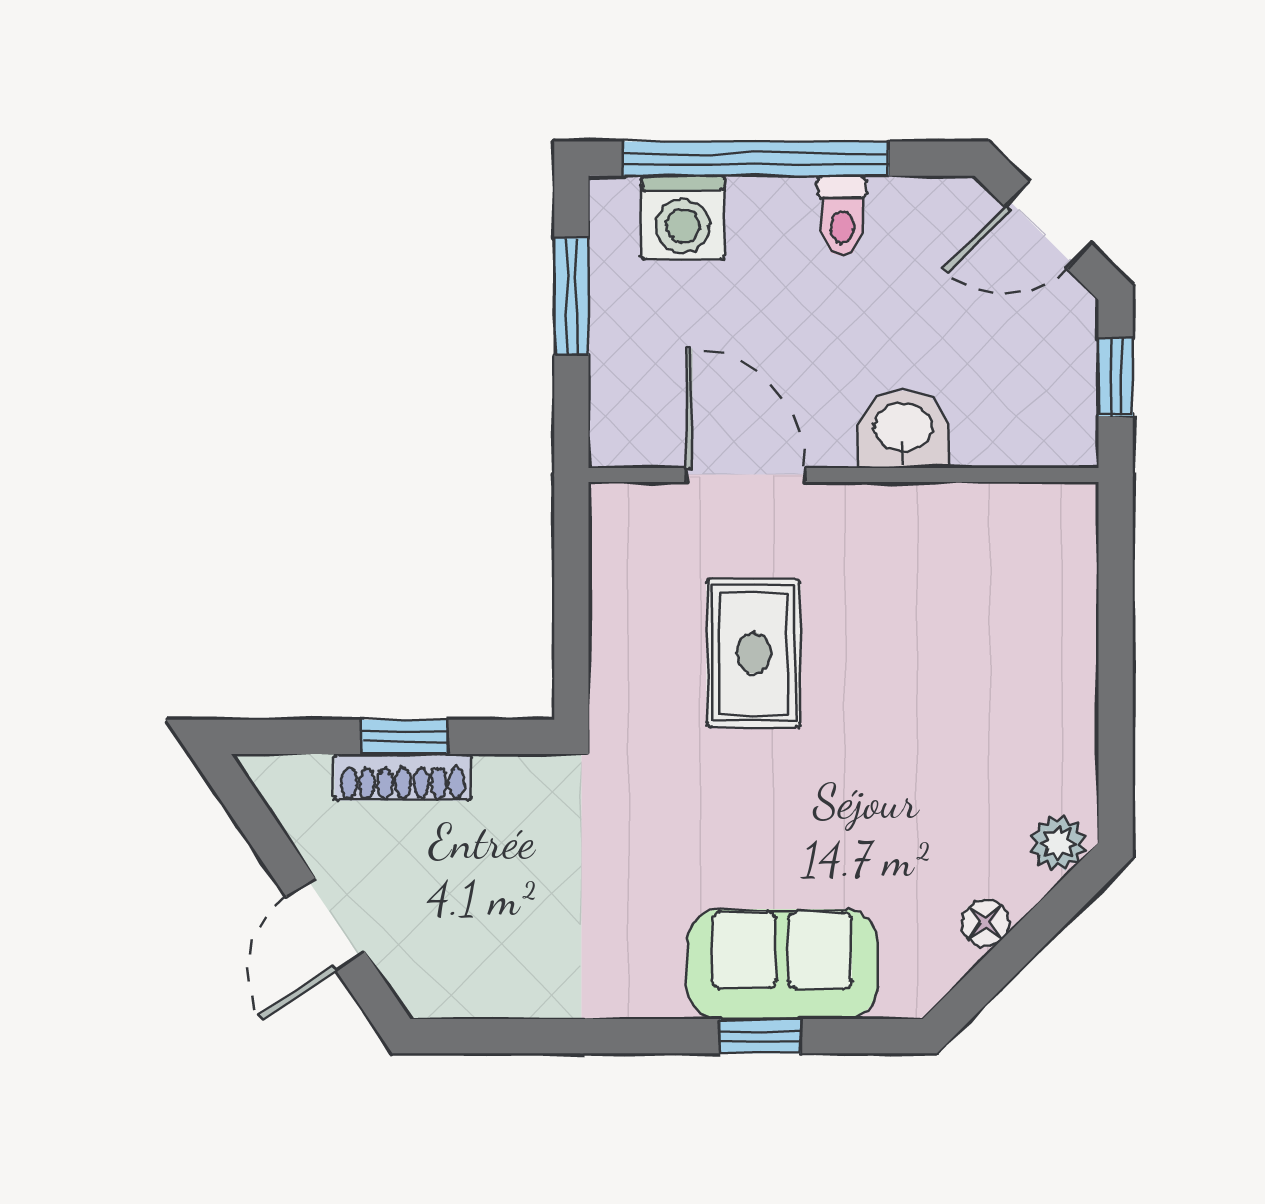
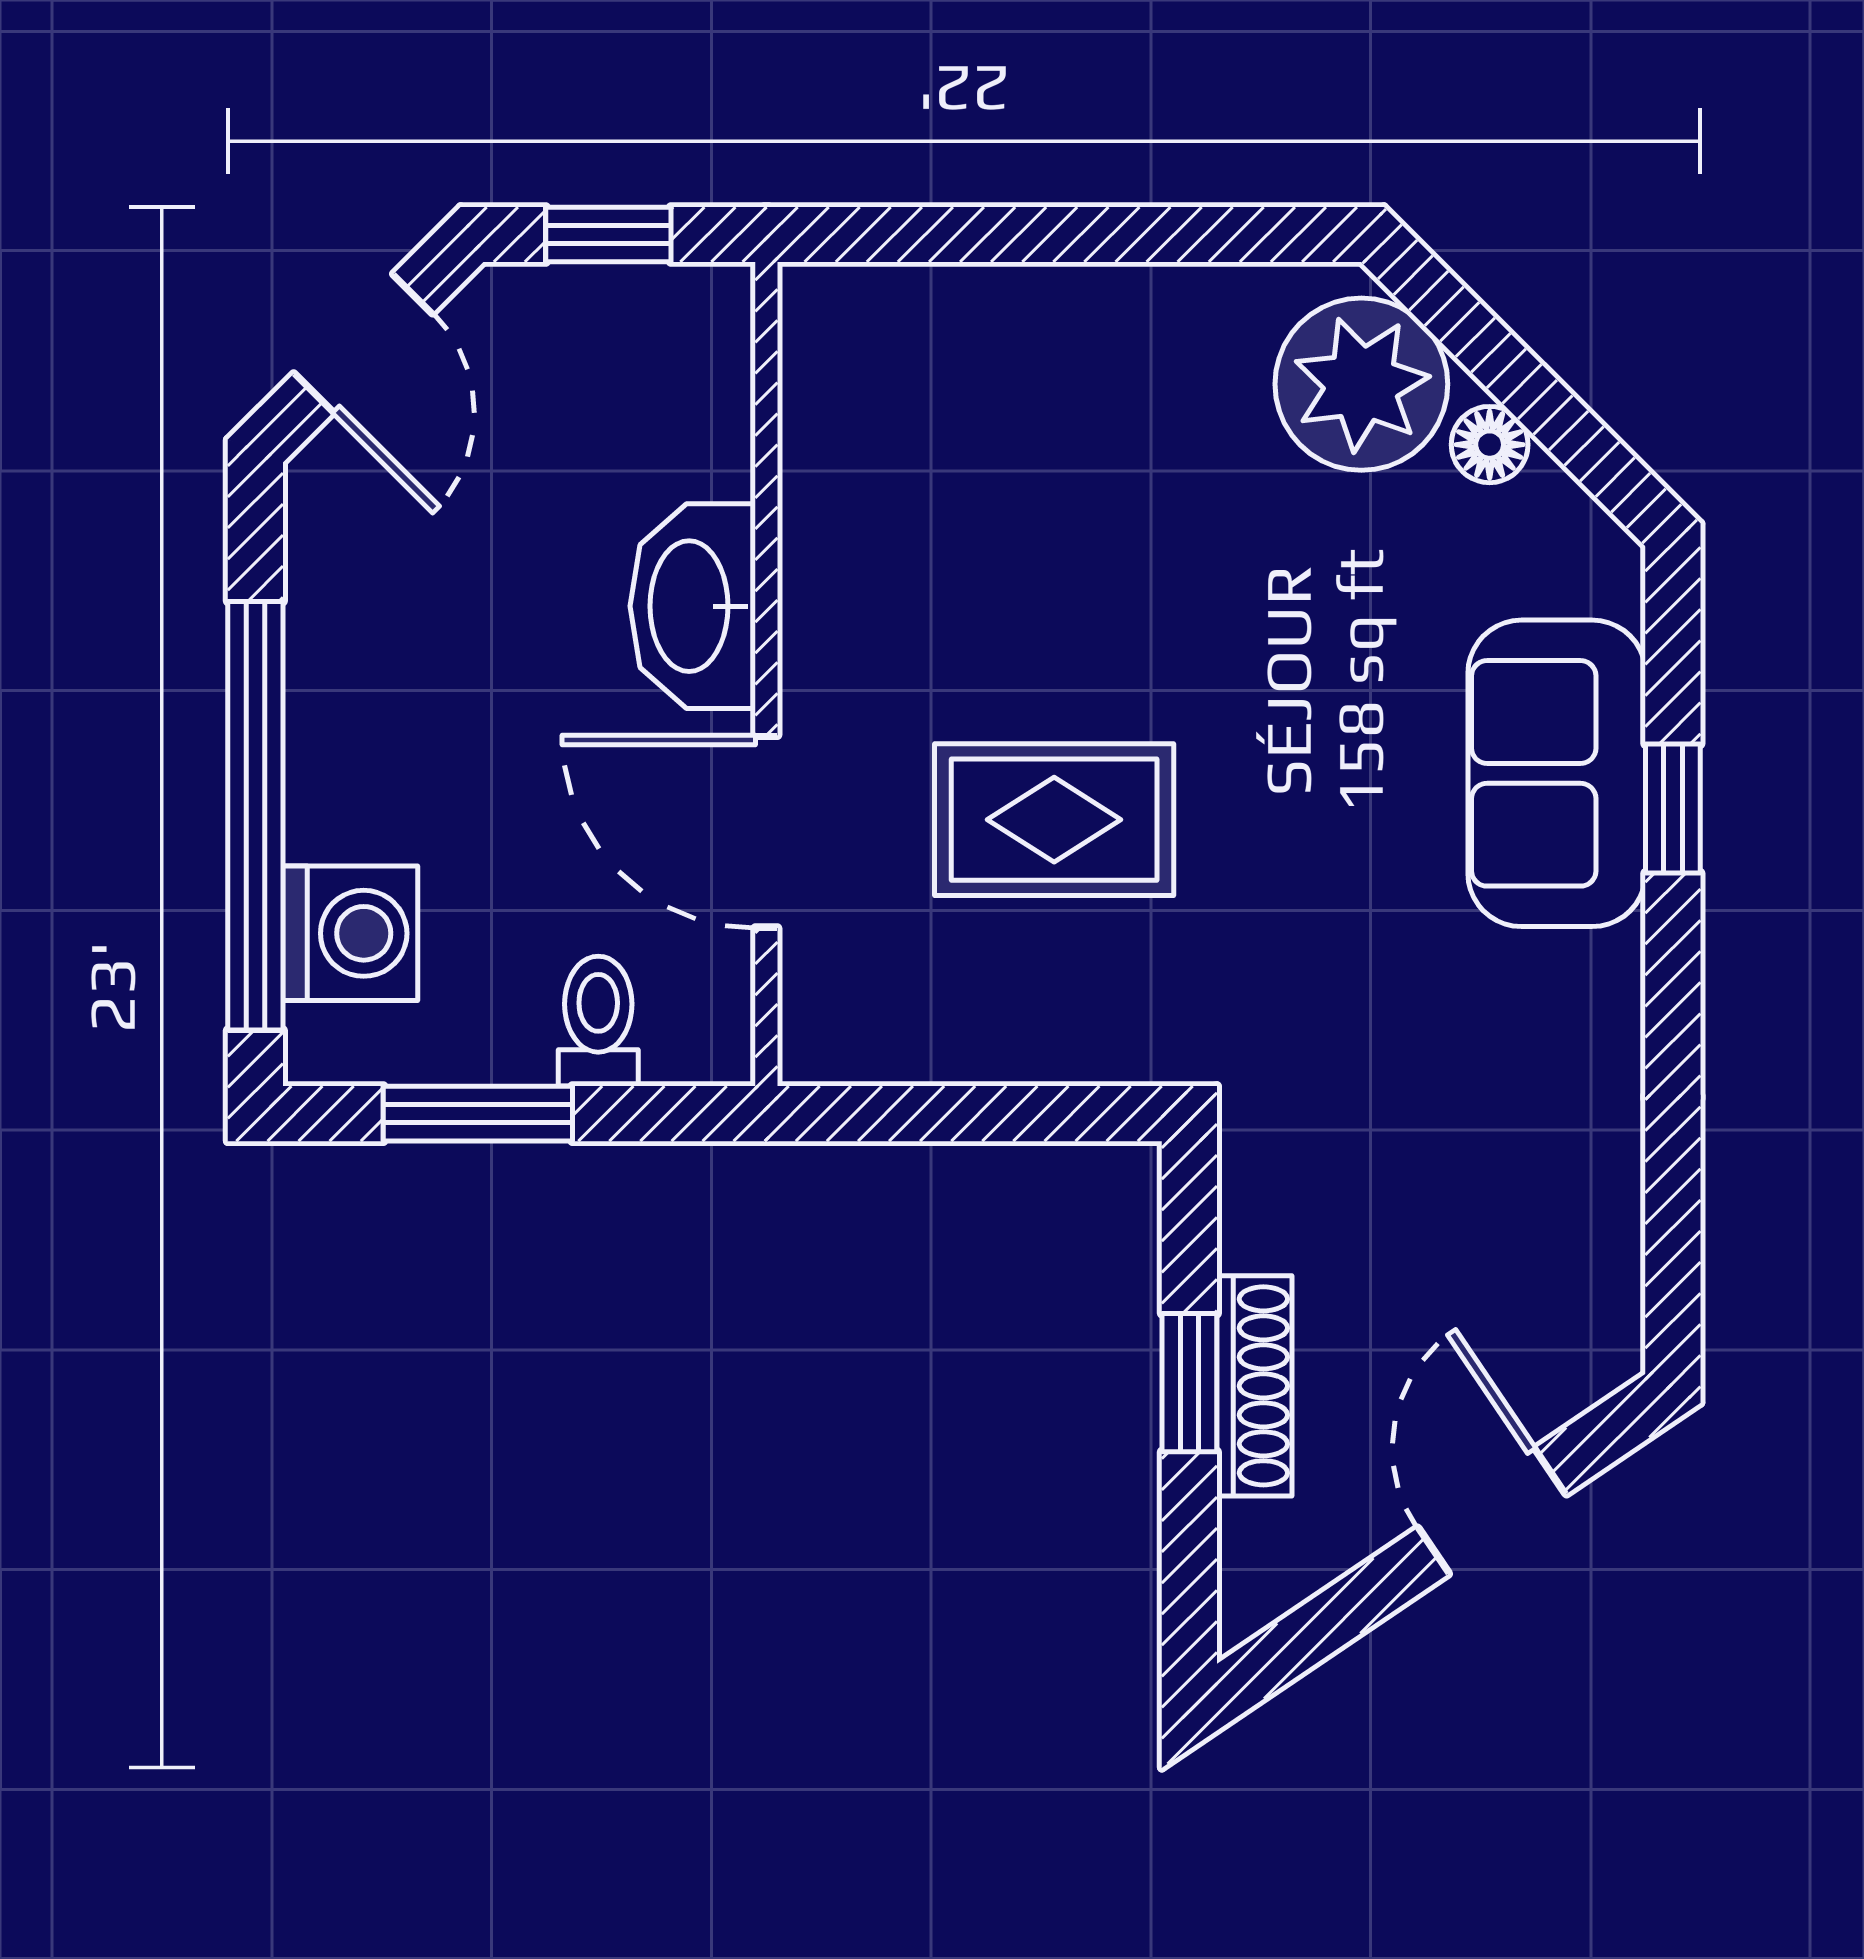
toilet: (842, 216) -> (598, 1021), moved, turned -90
washbasin: (903, 429) -> (693, 606), width x1.38
door: (746, 475) -> (766, 832), hinge flipped
plant: (1058, 843) -> (1361, 384), width x1.88, depth x1.88
door: (326, 924) -> (1492, 1511), swing flipped

